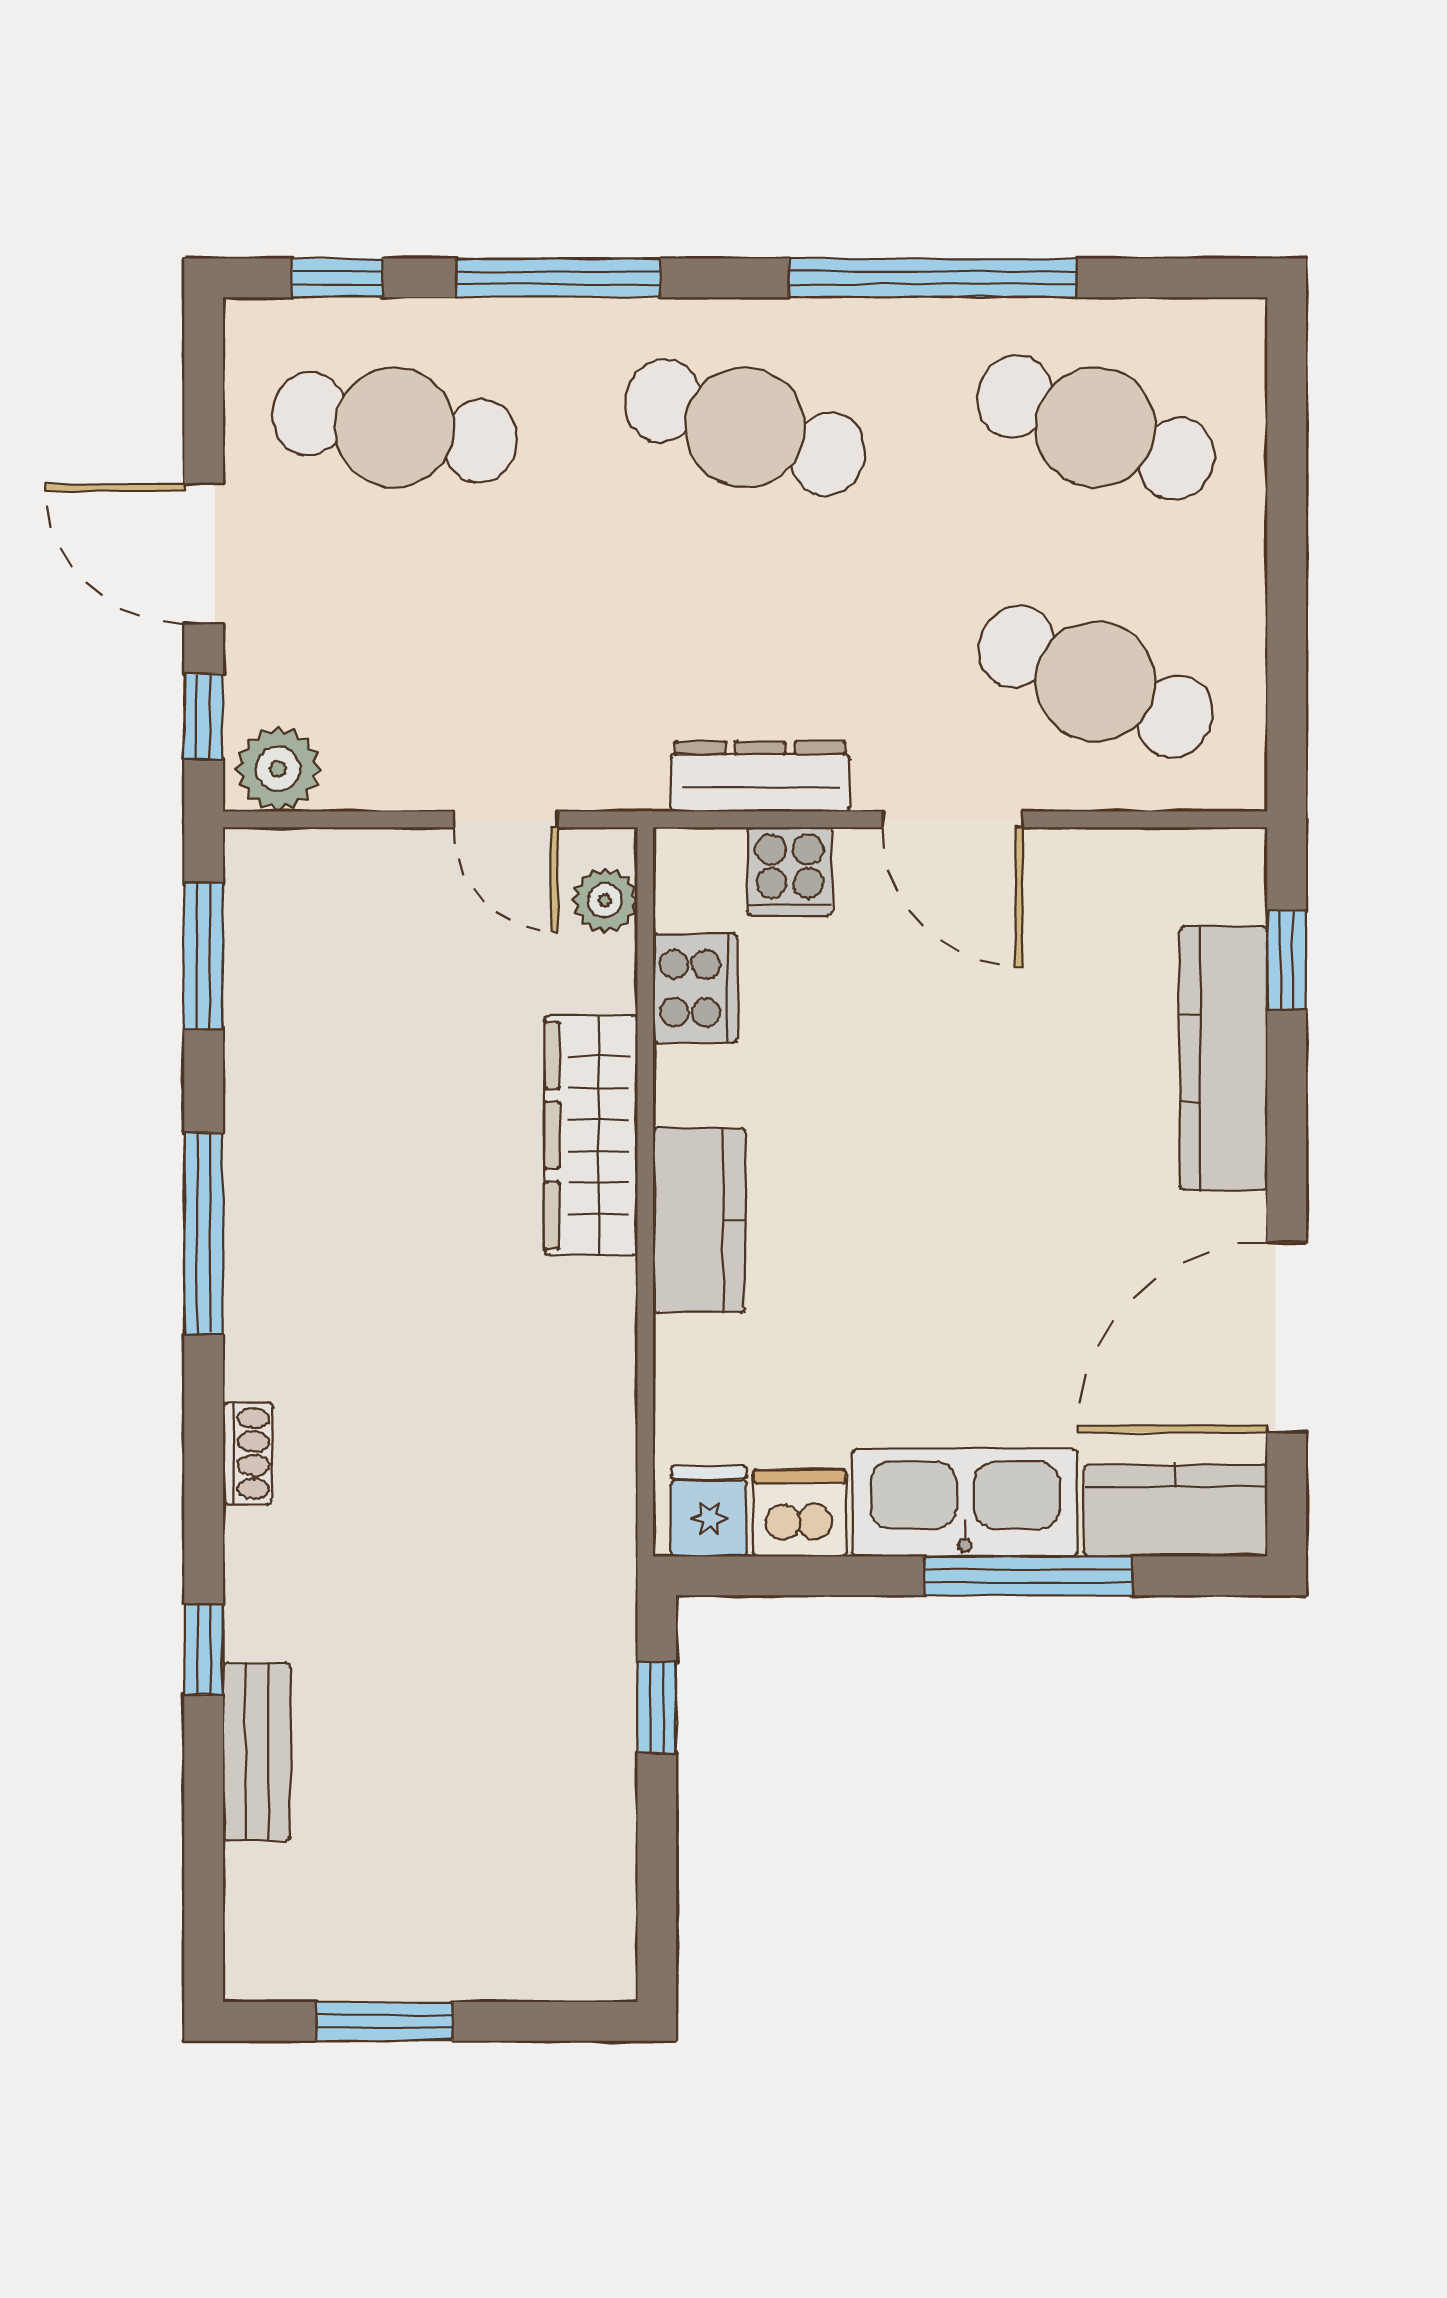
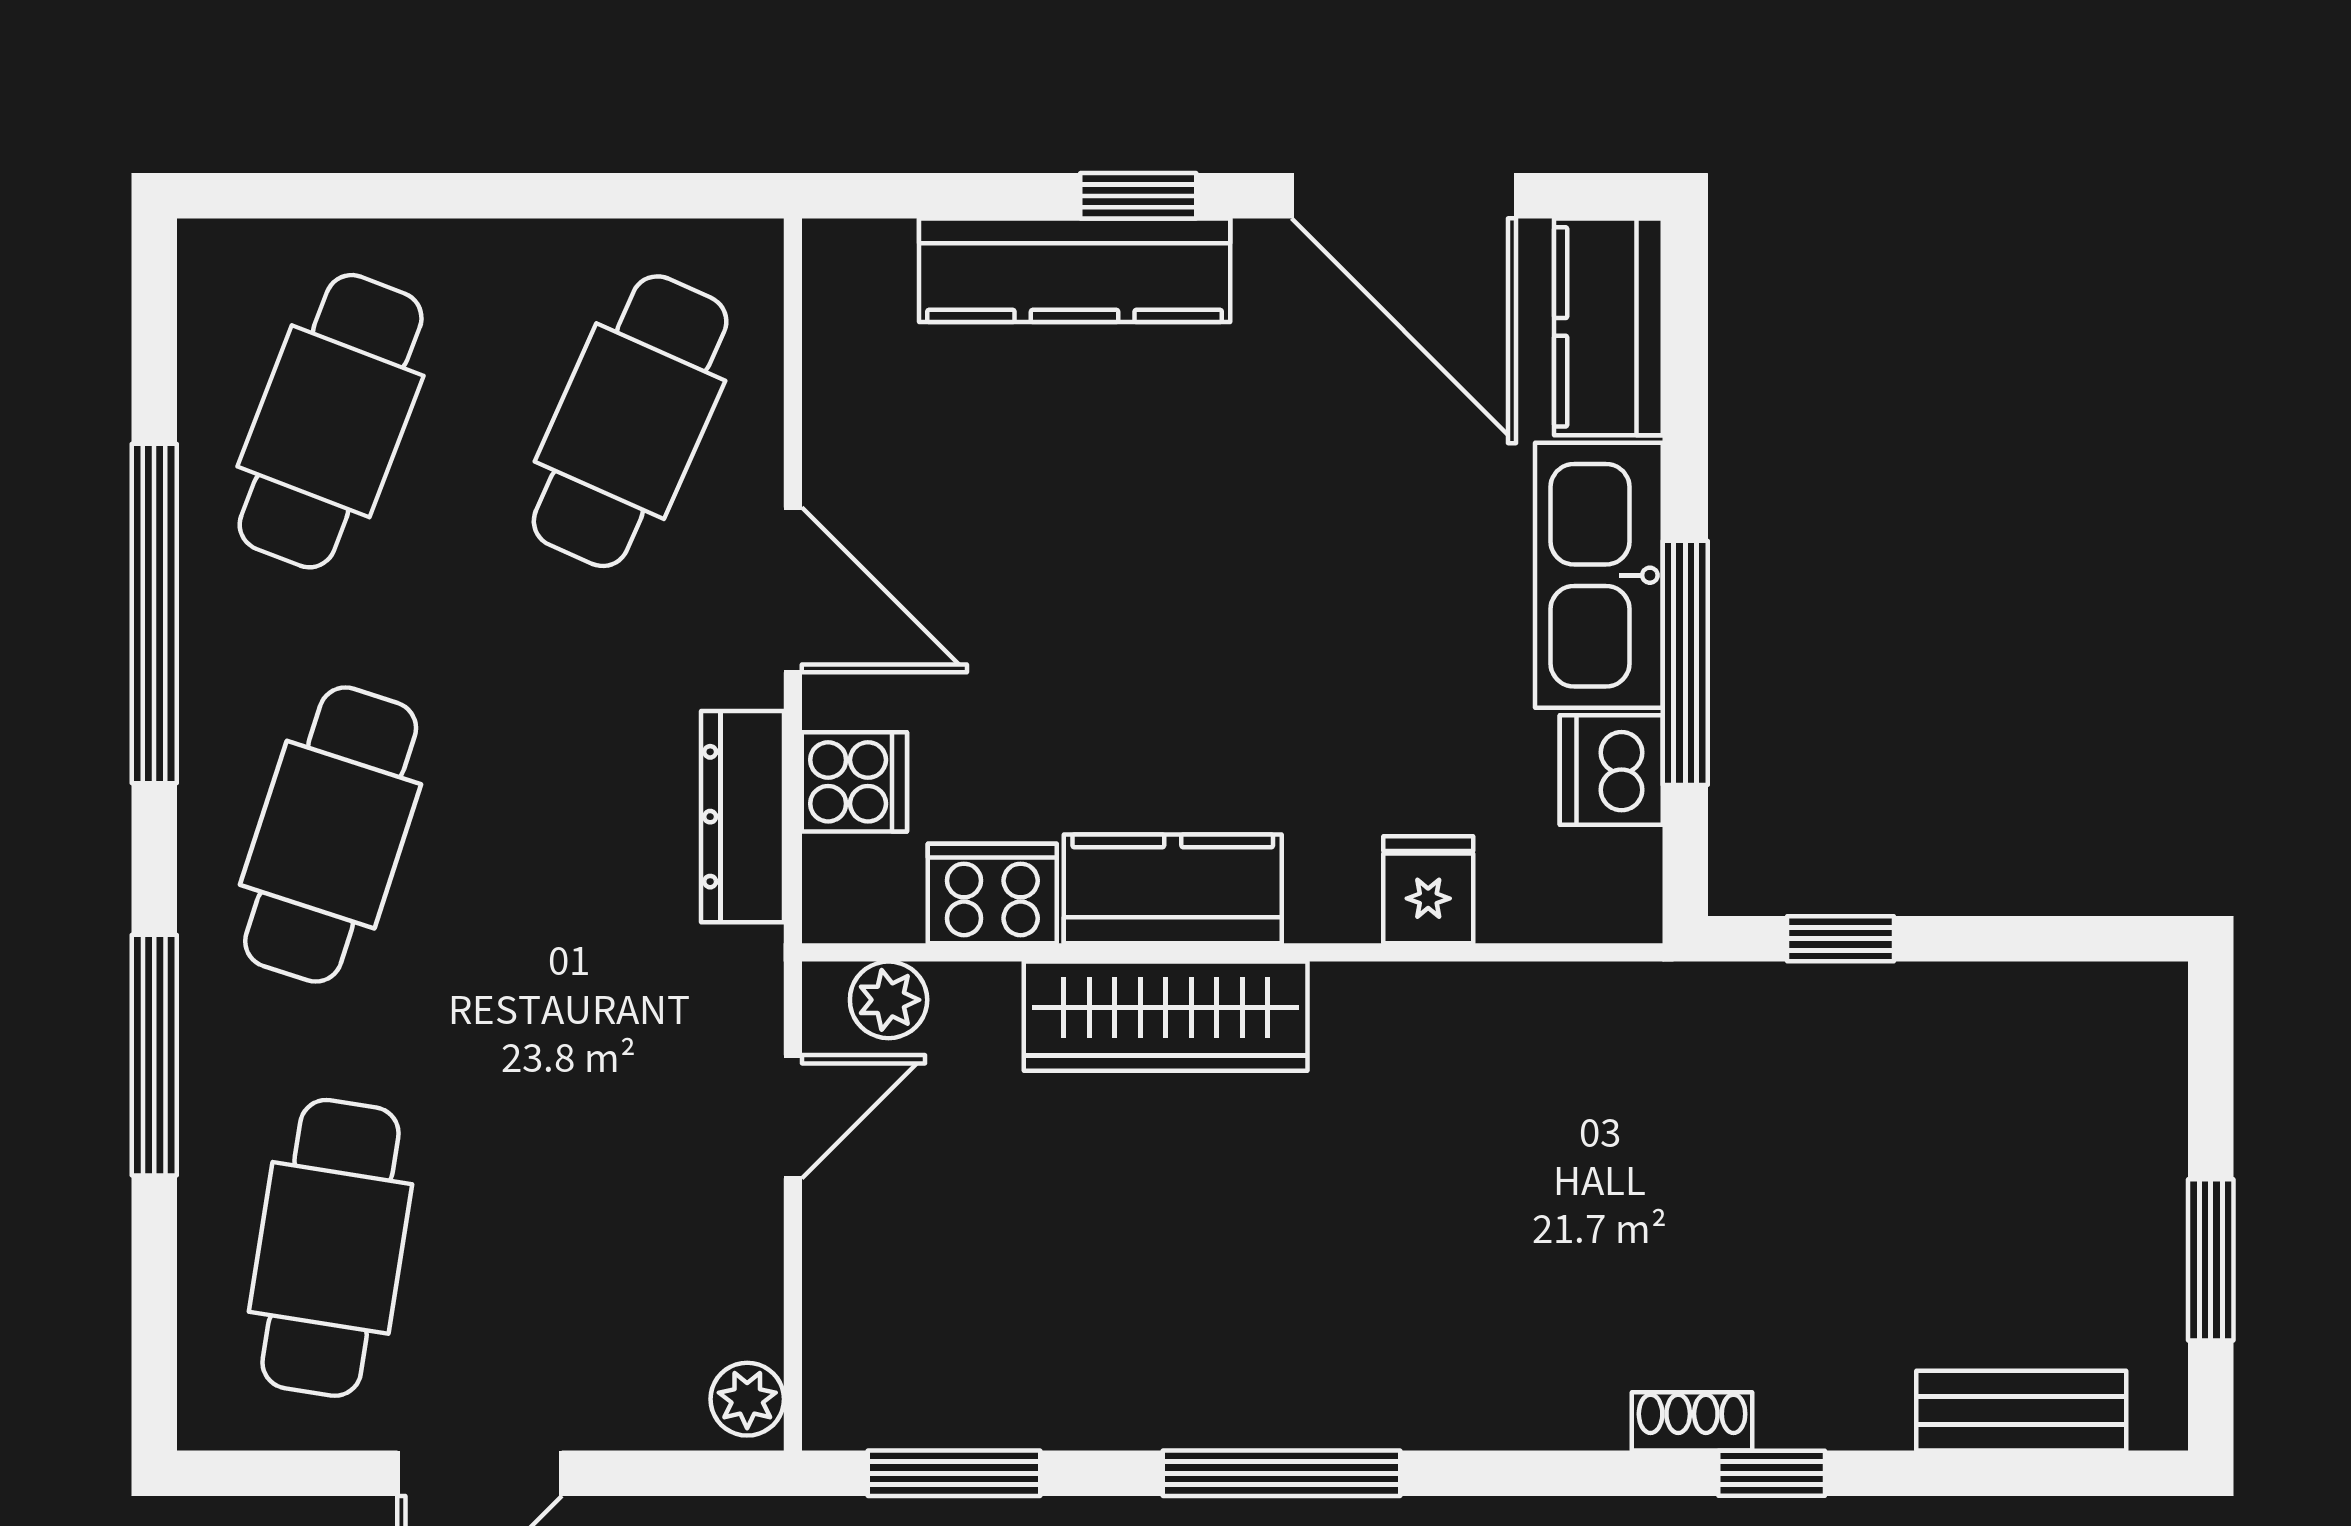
window: (337, 278) -> (154, 1316), removed
window: (204, 717) -> (672, 1473), removed
plant: (278, 769) -> (747, 1399), width x0.73, depth x0.73
door: (952, 819) -> (793, 590), hinge flipped
window: (1287, 960) -> (1138, 196), moved
kitchen counter: (699, 1220) -> (1173, 889), moved
shoe rack: (248, 1454) -> (1692, 1421), moved
fridge: (709, 1511) -> (1428, 890), moved, turned 90
window: (1028, 1576) -> (1685, 663), moved
bench: (257, 1752) -> (2021, 1411), moved

